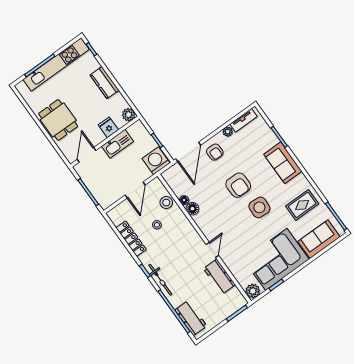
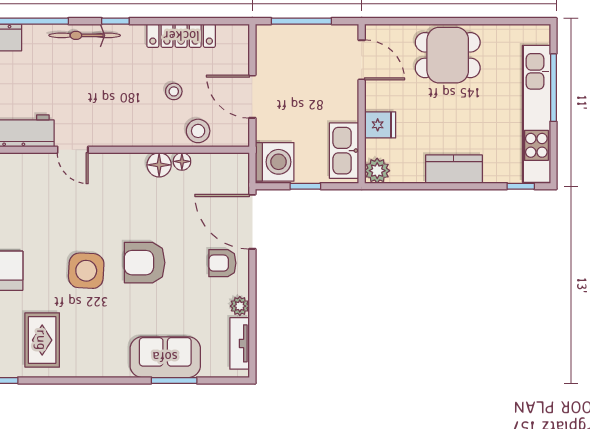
kitchen sink: (117, 144) -> (344, 151), moved
sofa: (283, 163) -> (165, 357), moved

